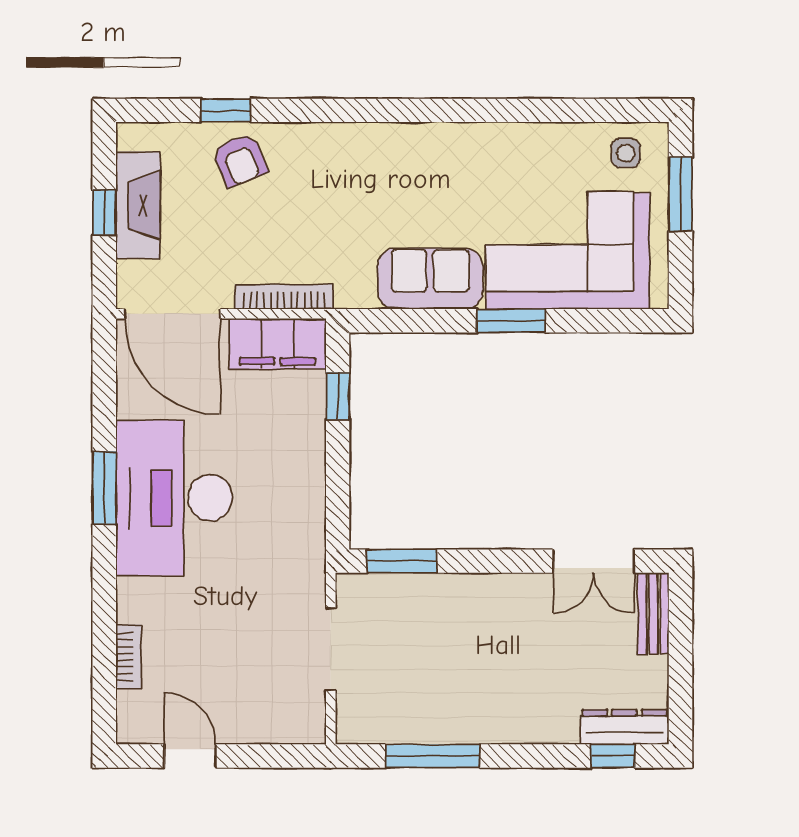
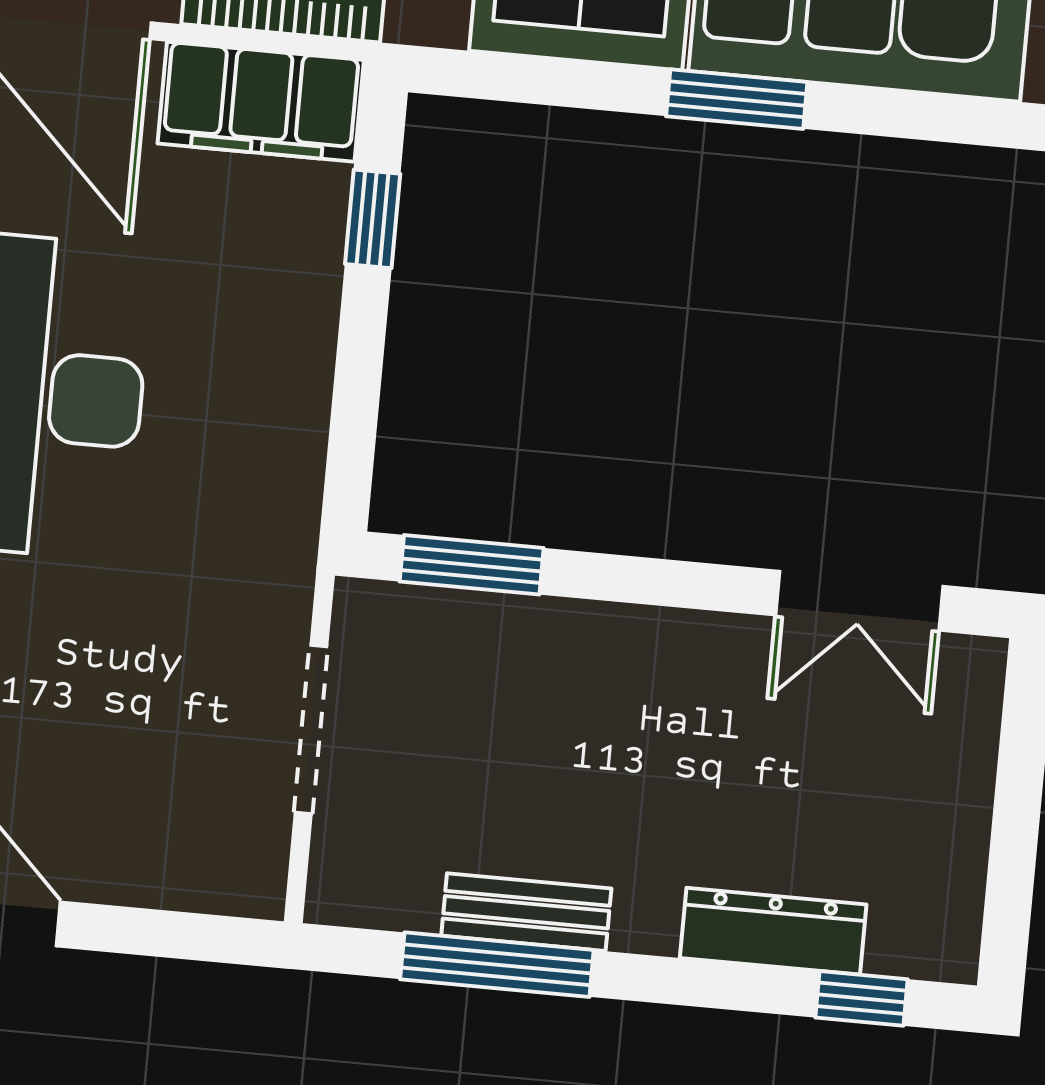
bench: (653, 613) -> (526, 912), moved, turned 90
dresser: (624, 727) -> (773, 931), moved

